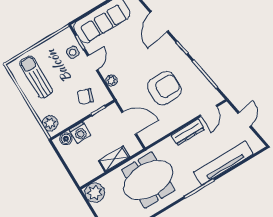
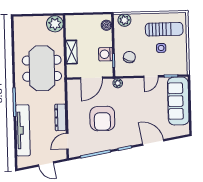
side table: (73, 52) -> (161, 48), moved
door: (93, 63) -> (151, 76), hinge flipped
plant: (111, 81) -> (118, 83), moved
door: (208, 111) -> (67, 141), hinge flipped
washing machine: (80, 133) -> (106, 54), moved

